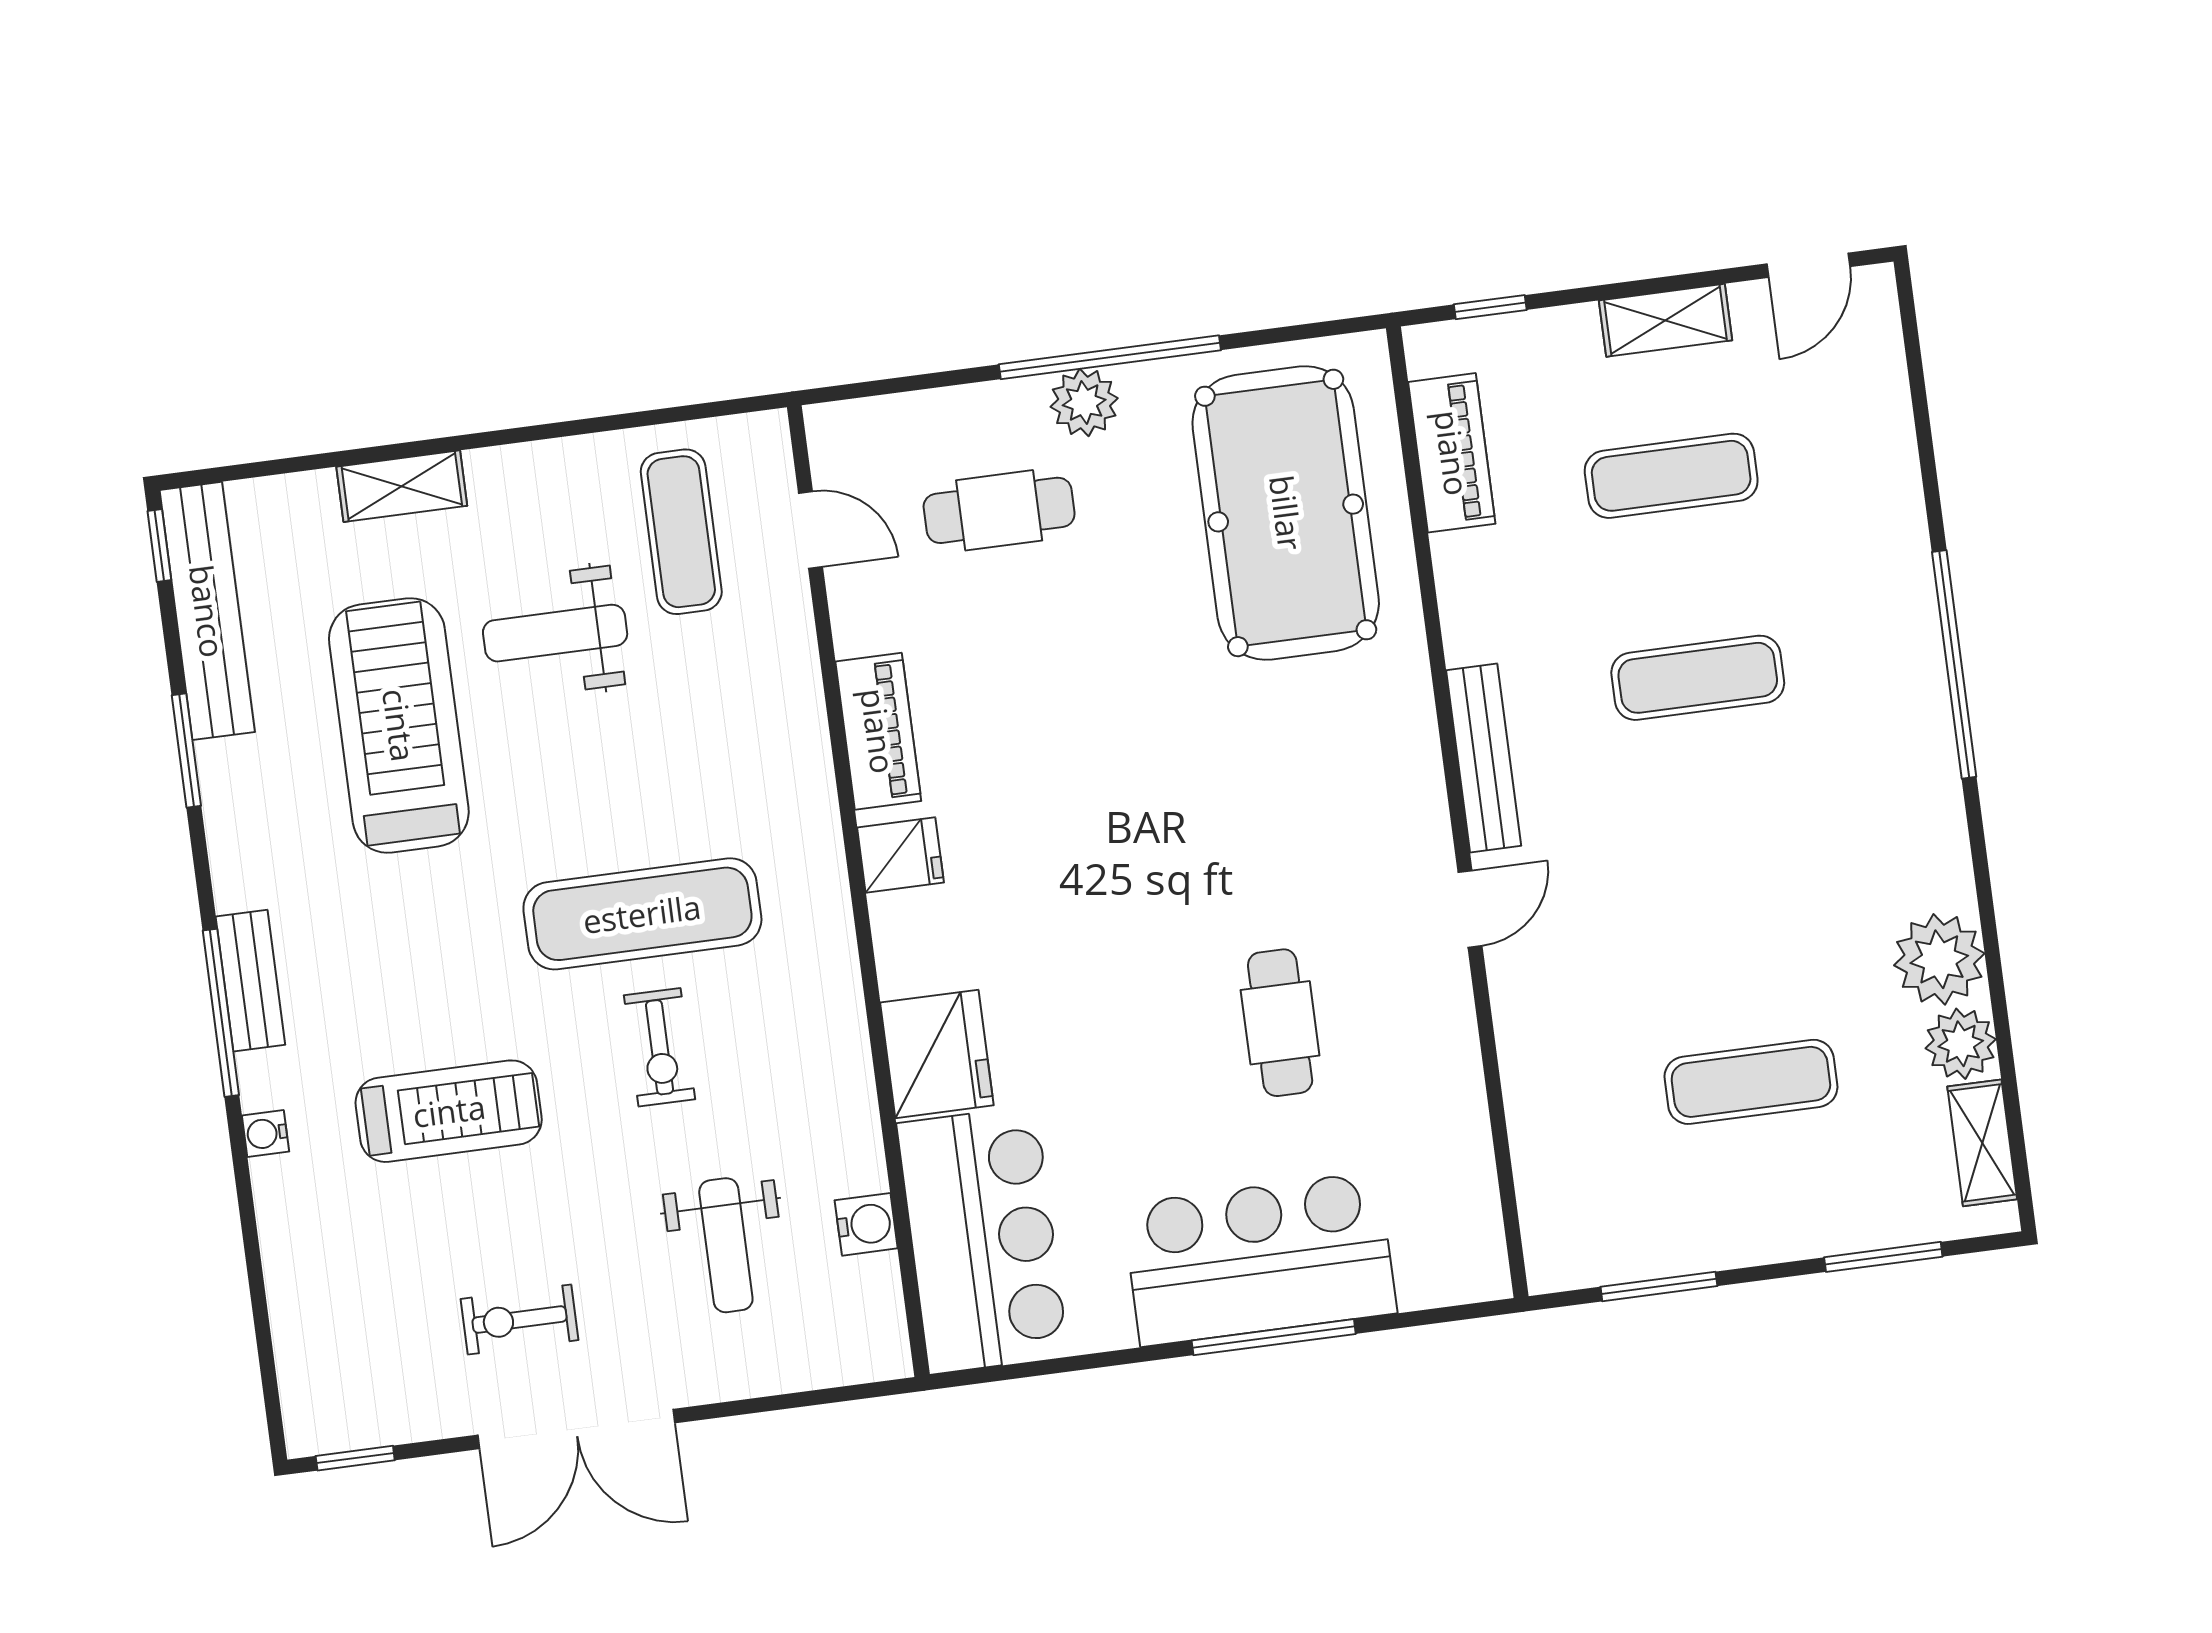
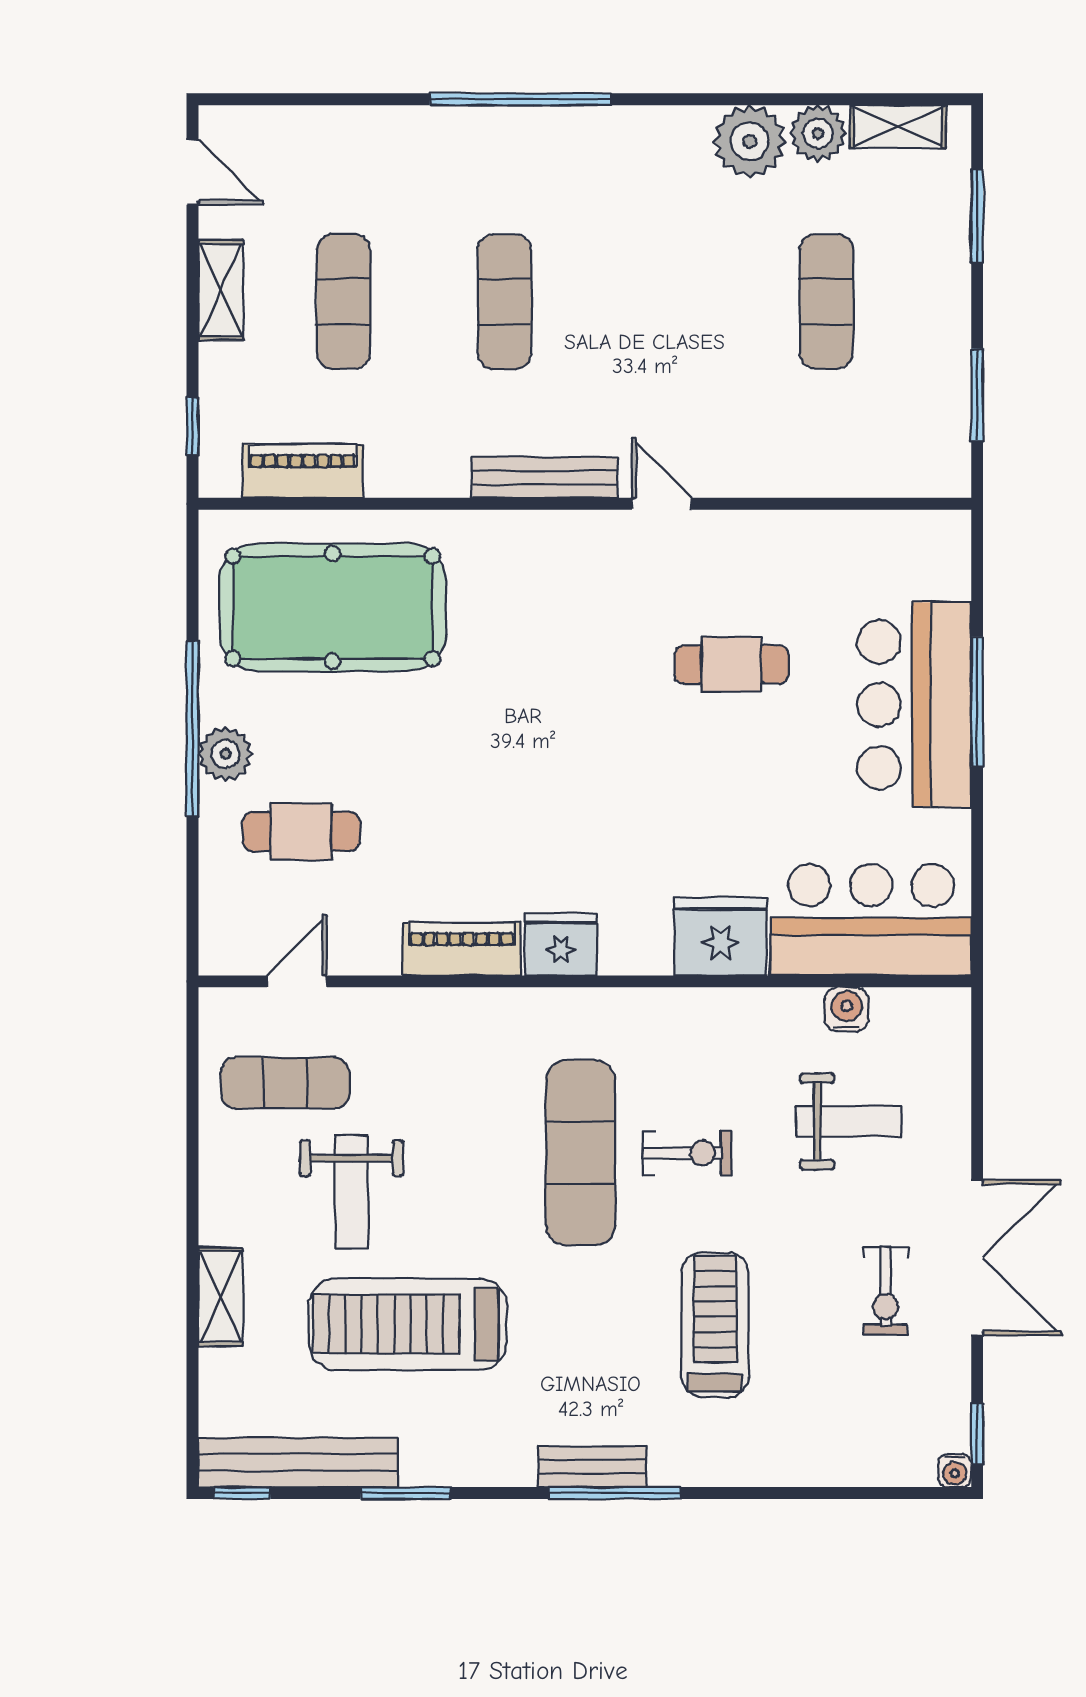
cafe table: (999, 510) -> (301, 832), turned 90
fridge: (900, 855) -> (561, 944), width x1.38
water cooler: (265, 1133) -> (955, 1471), moved

